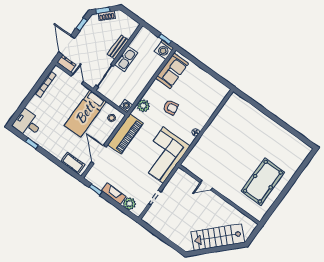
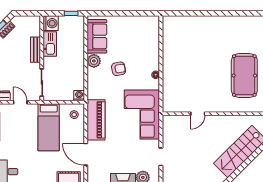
washing machine: (164, 50) -> (51, 23), moved, turned -90
kitchen sink: (126, 59) -> (50, 44), moved
plant: (143, 106) -> (94, 61), moved

